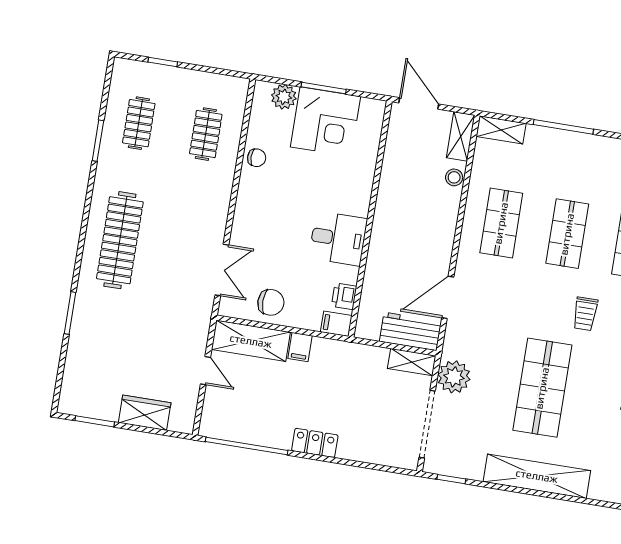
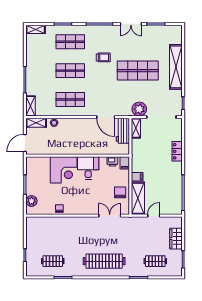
corner desk: (325, 122) -> (64, 170), moved, turned 90
clothes rail: (206, 134) -> (155, 261), moved
locker: (315, 443) -> (177, 151), moved

